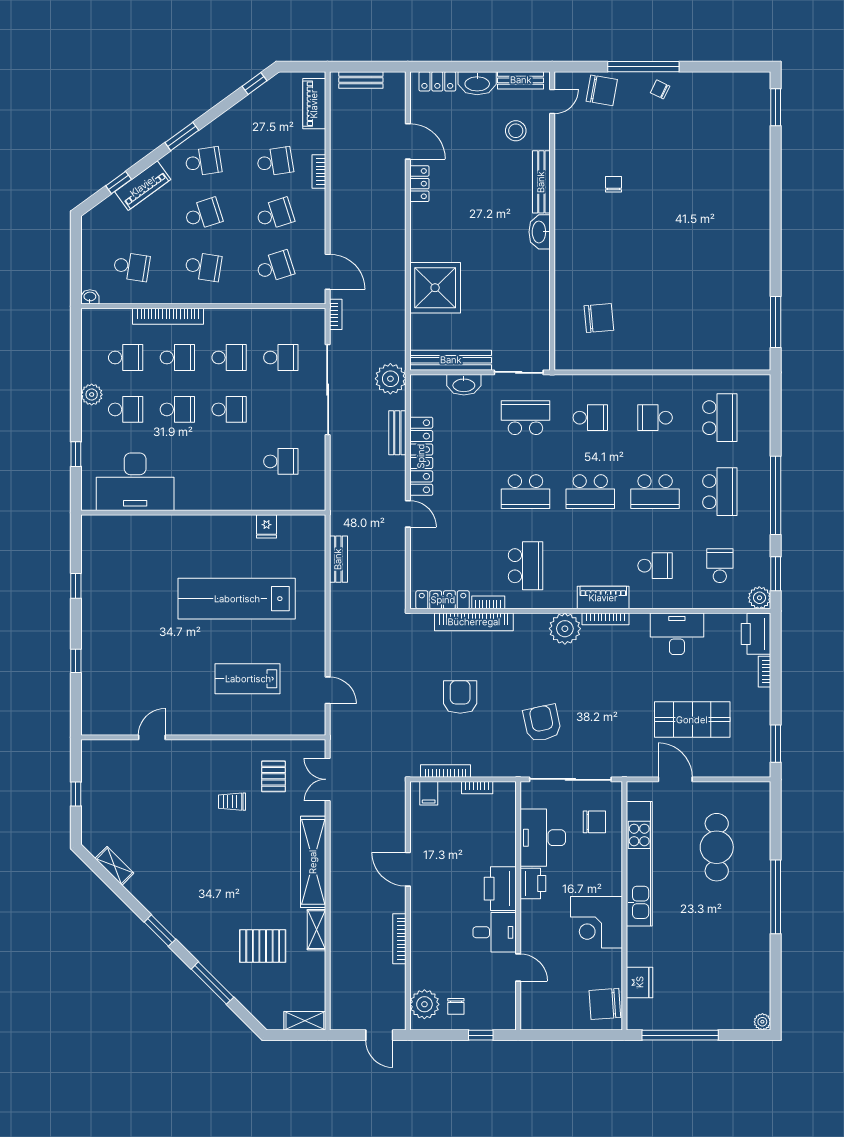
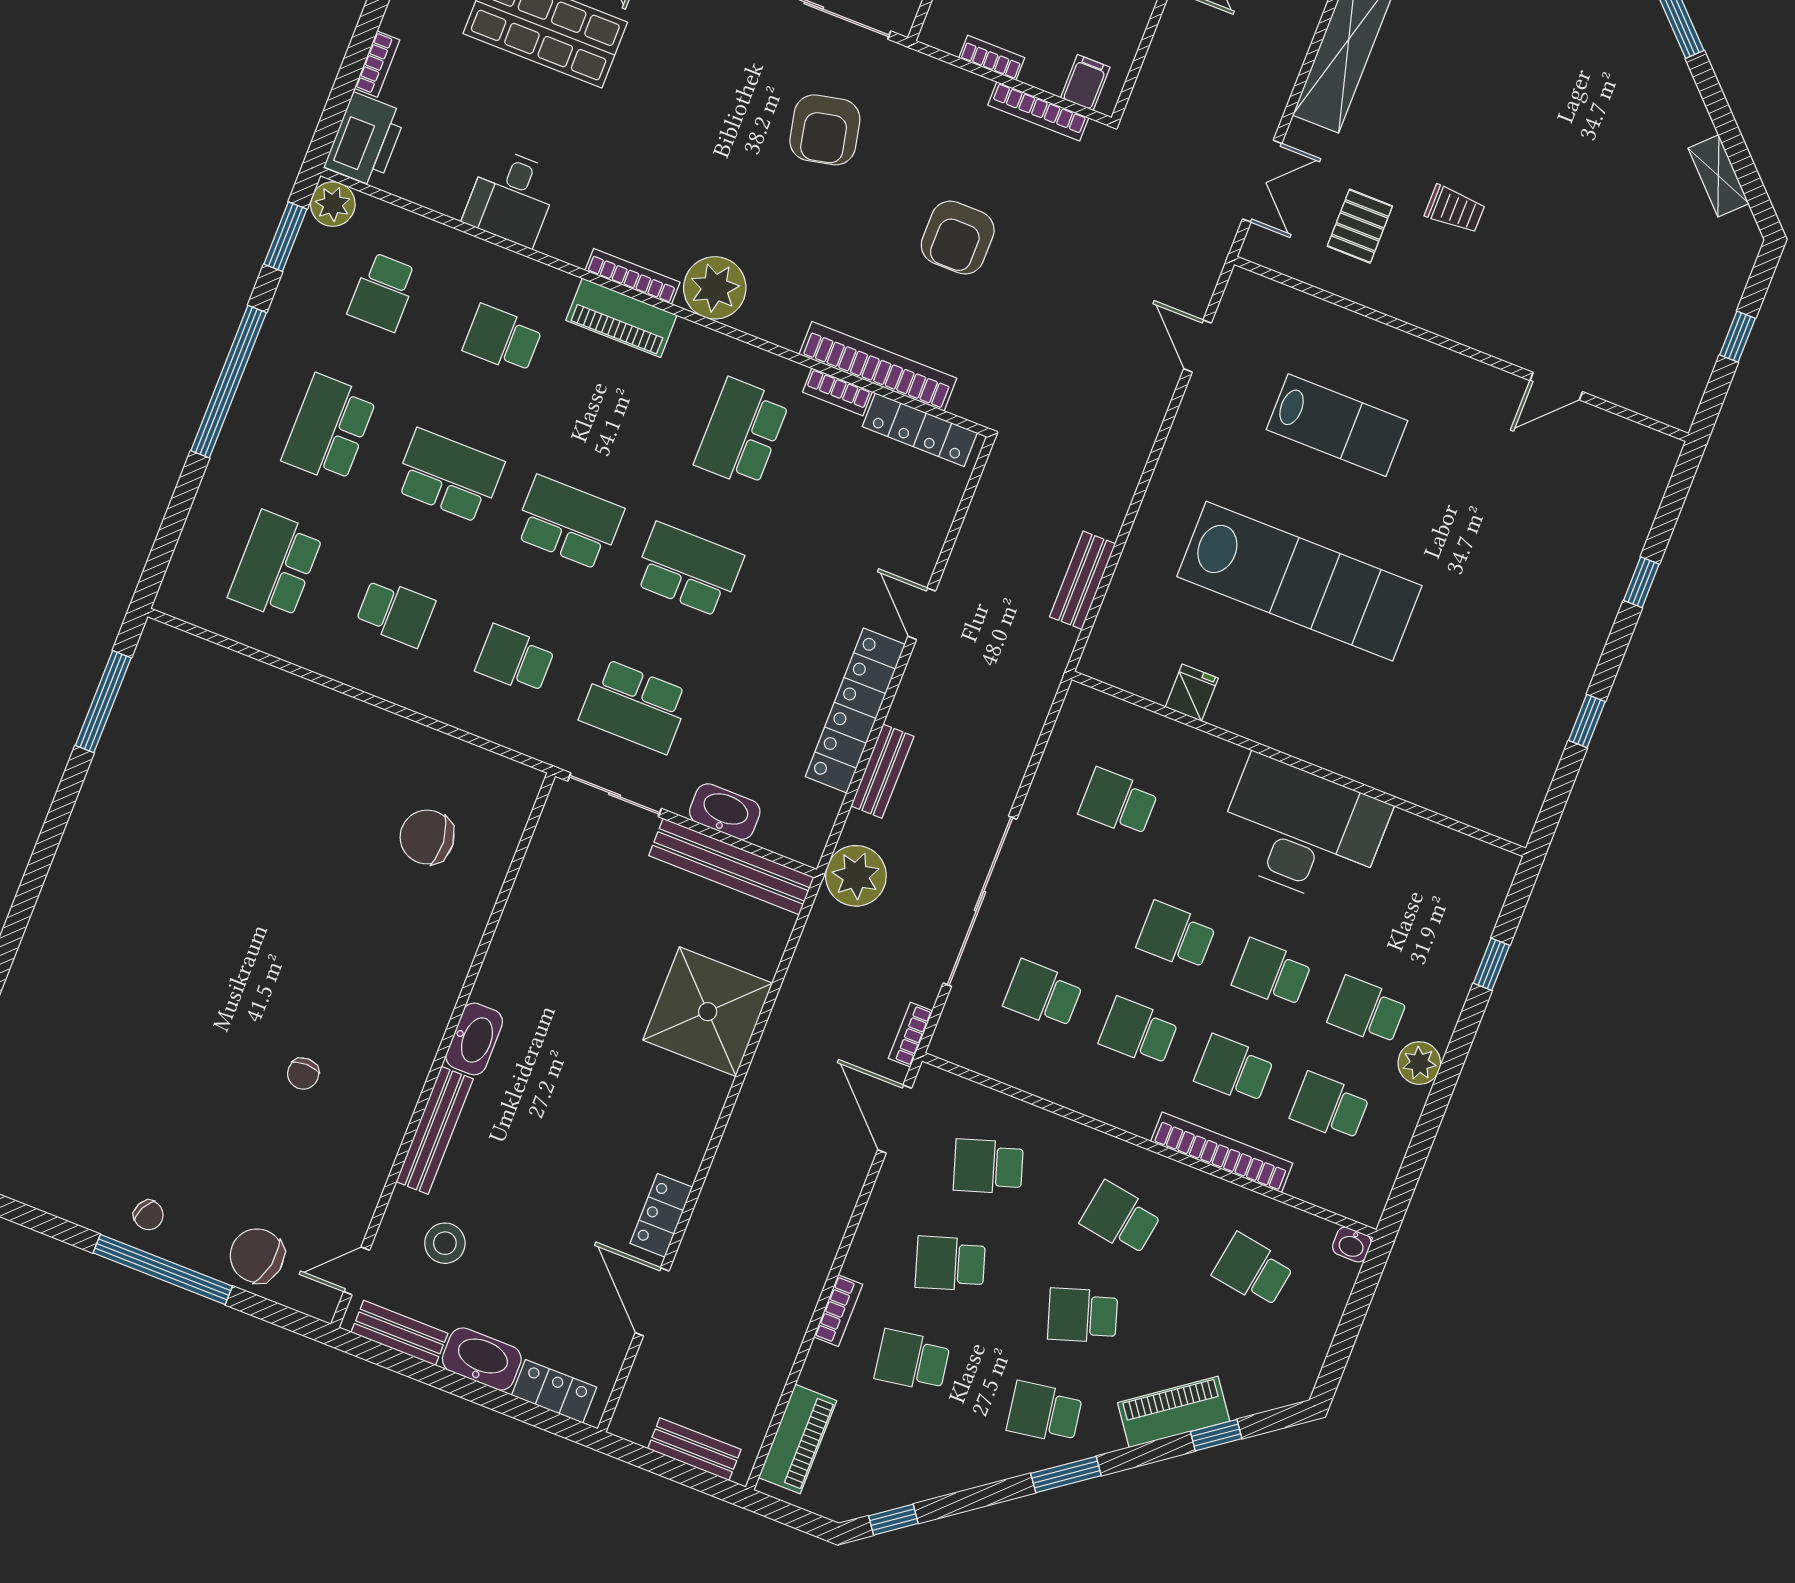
desk: (135, 482) -> (1302, 831), moved
desk: (677, 634) -> (511, 197), width x0.73

